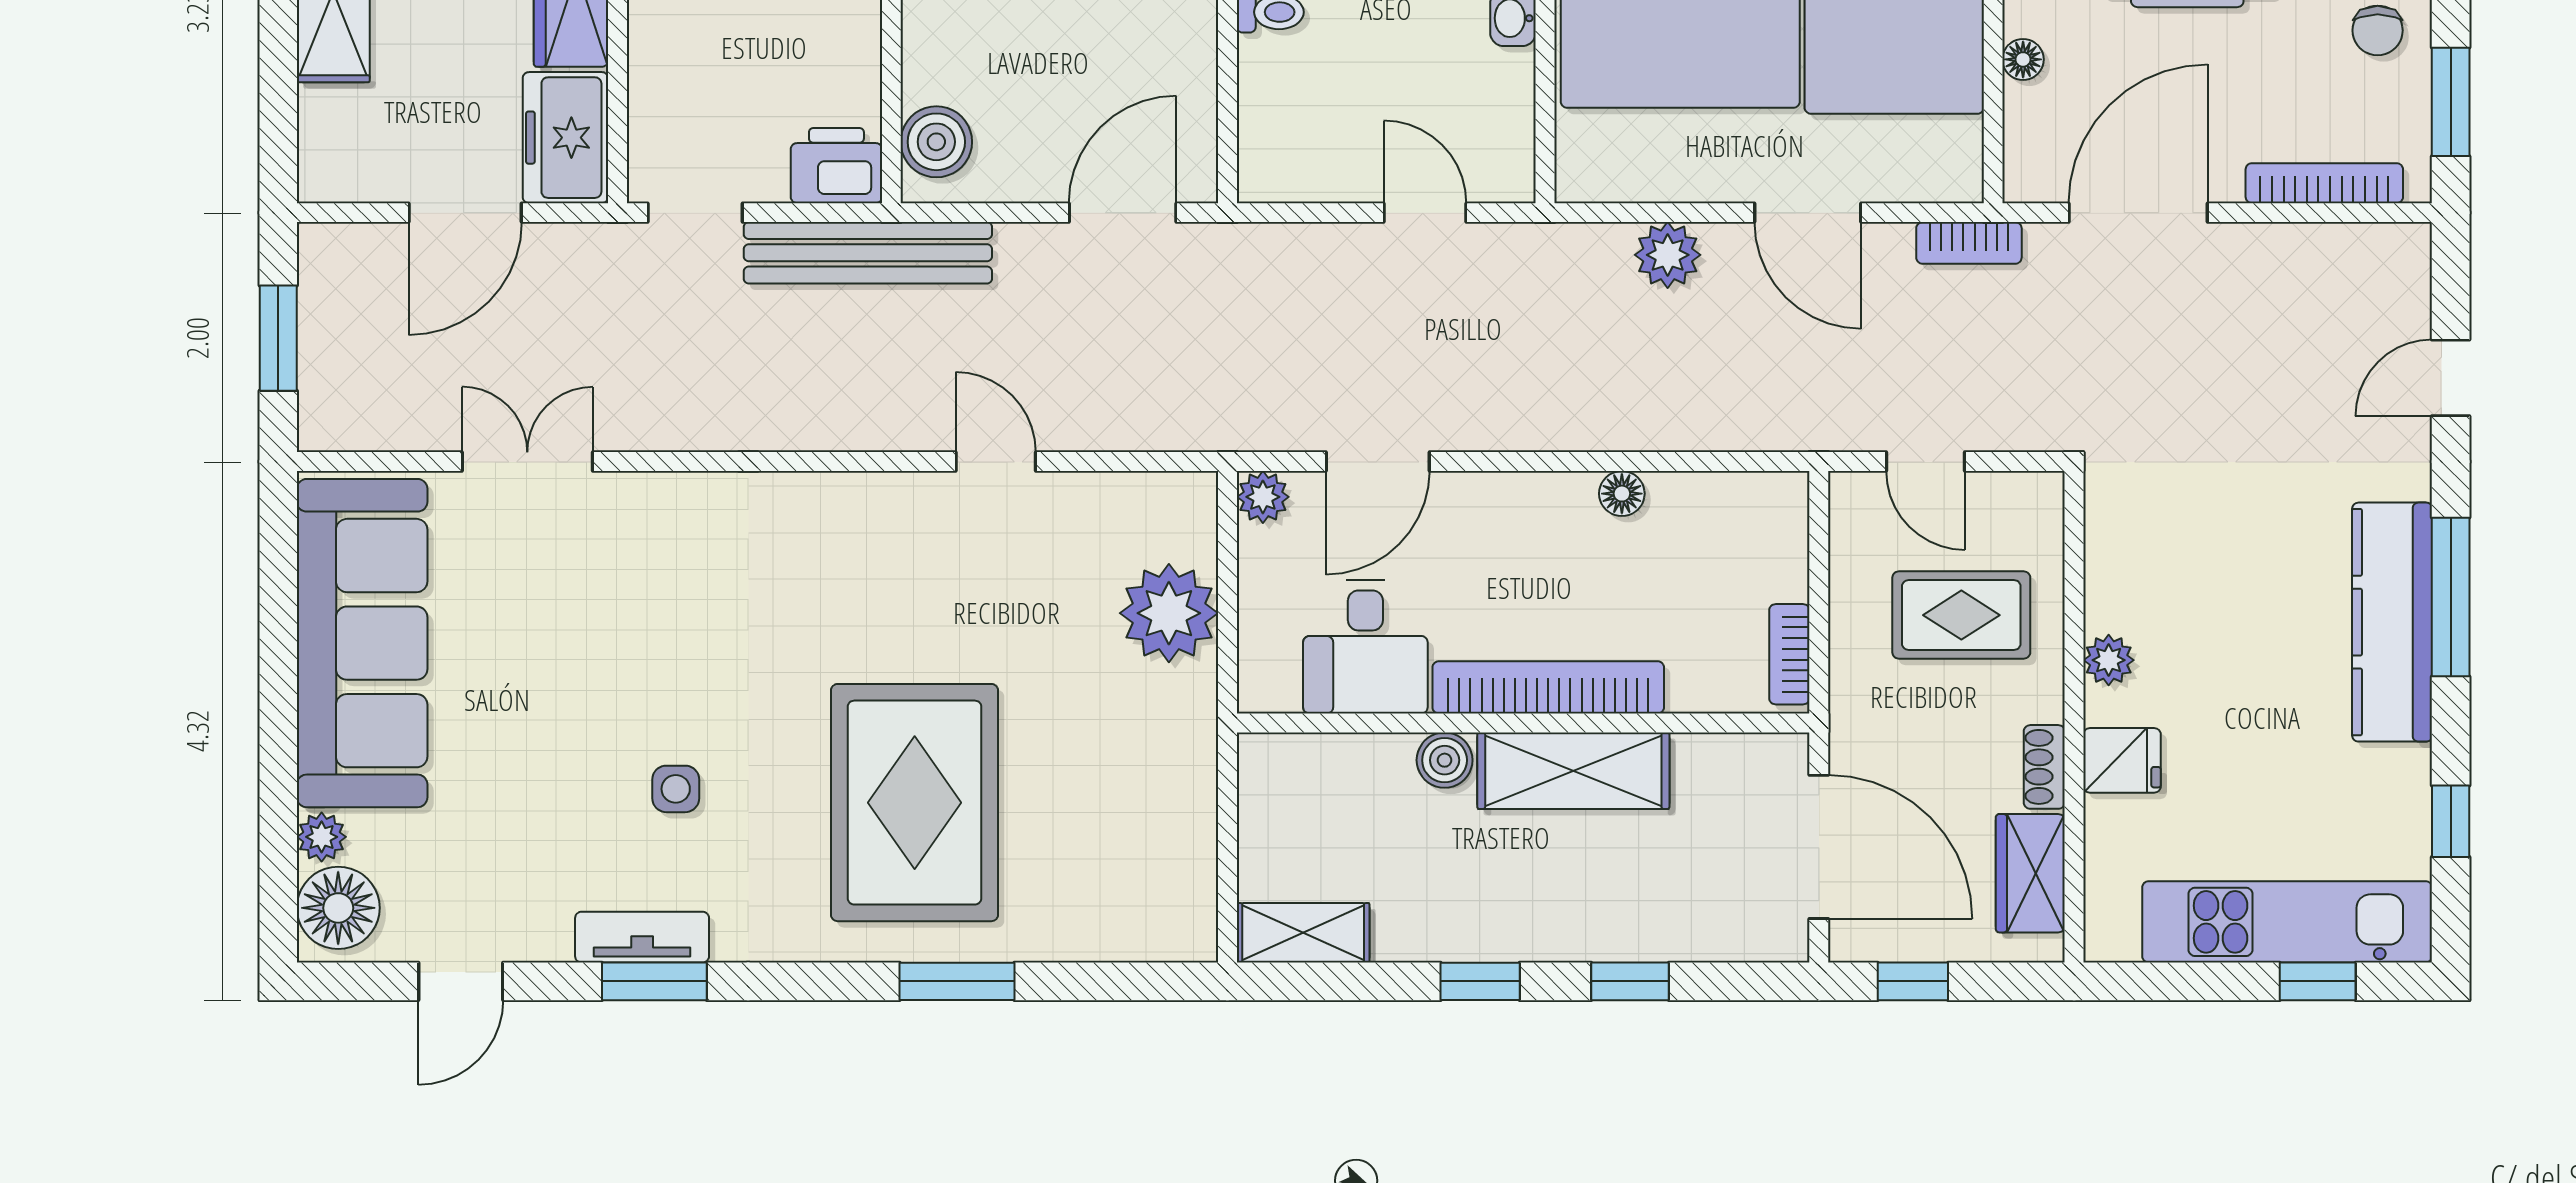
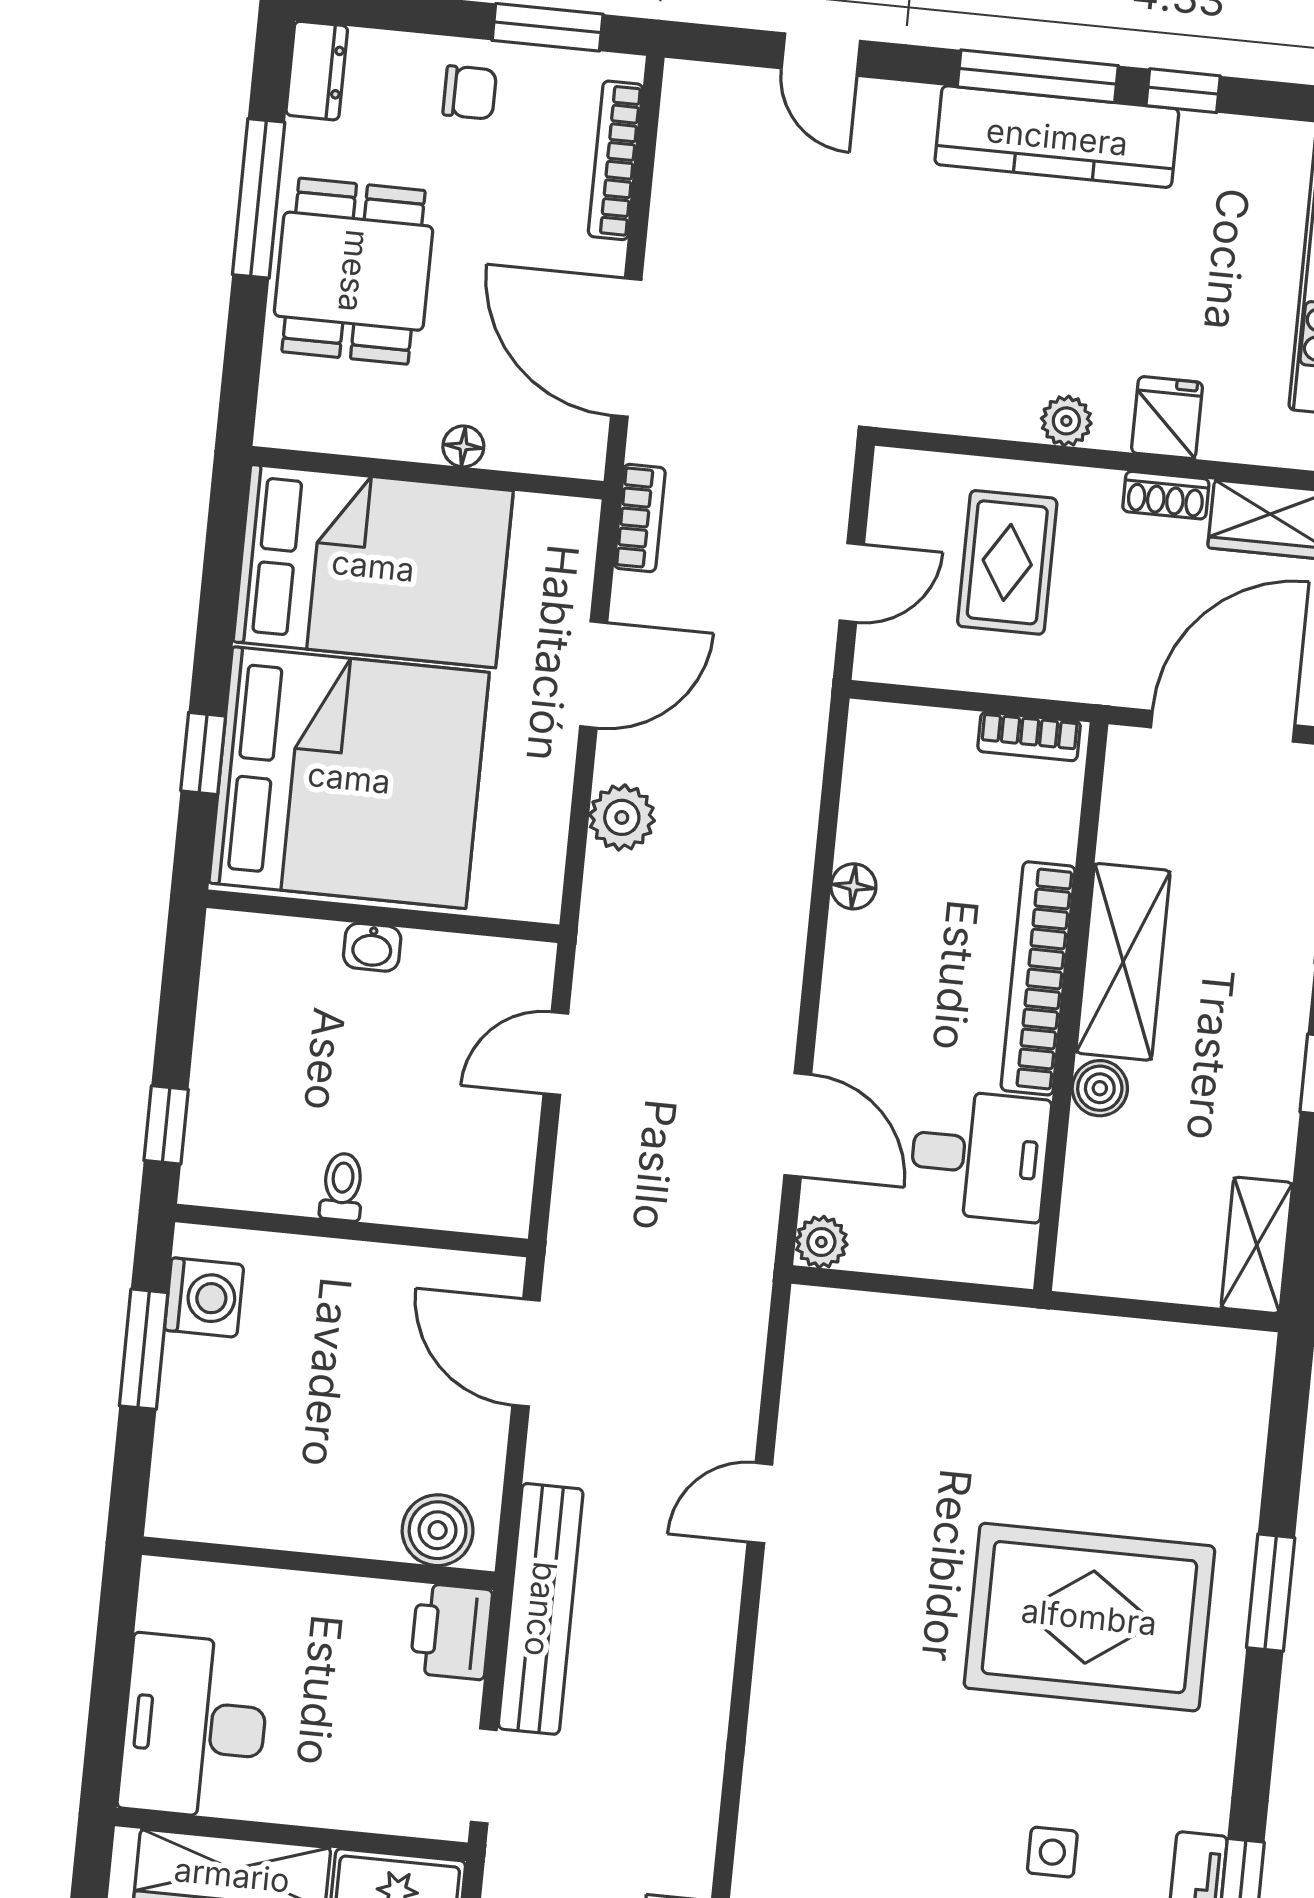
plant: (1169, 613) -> (927, 1346), removed
window: (2451, 821) -> (1183, 91), moved

